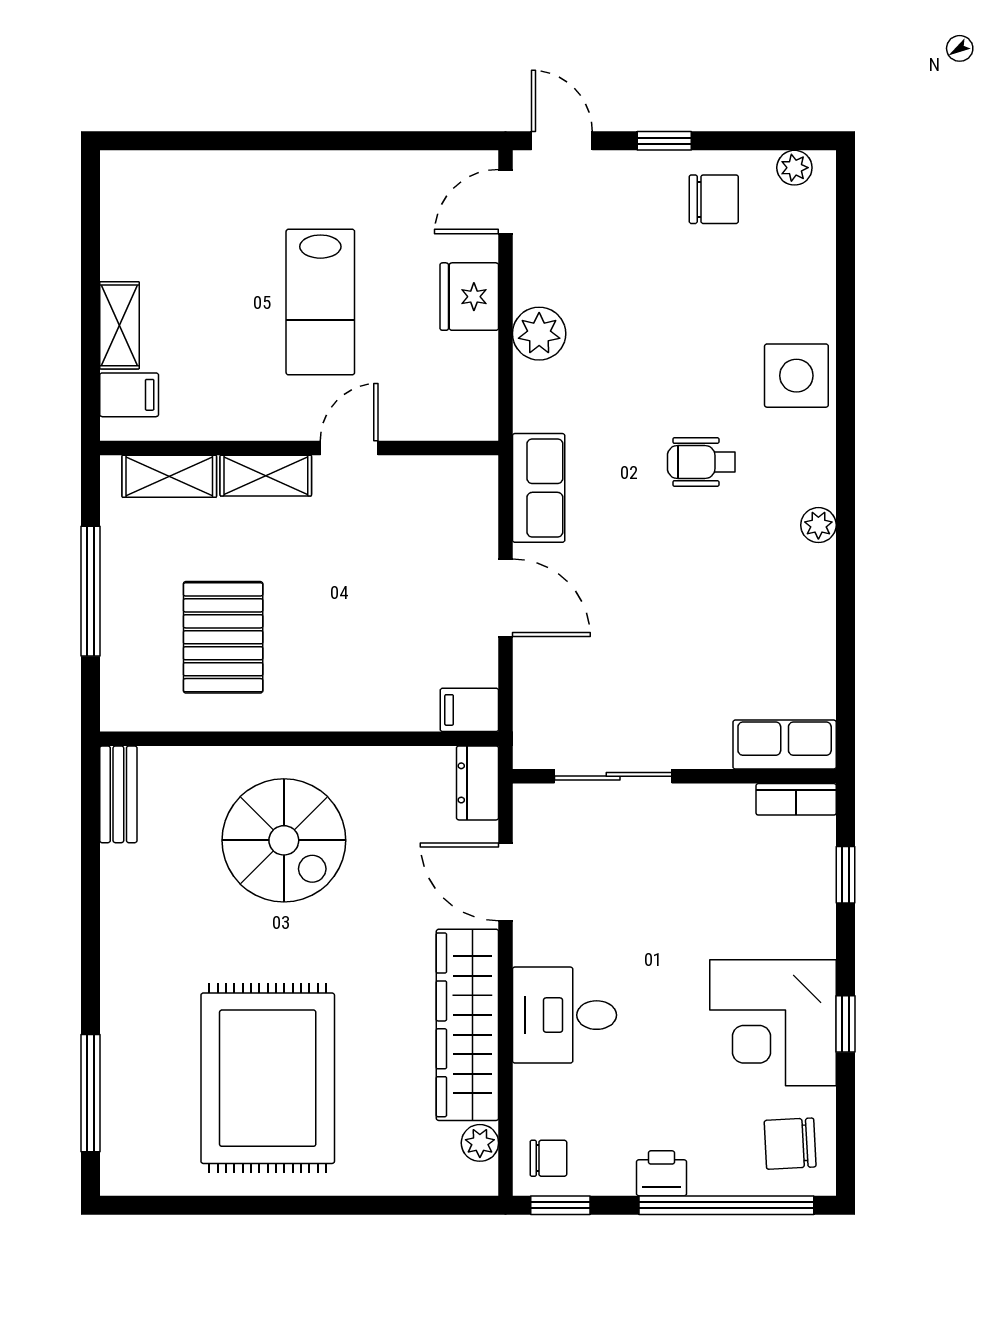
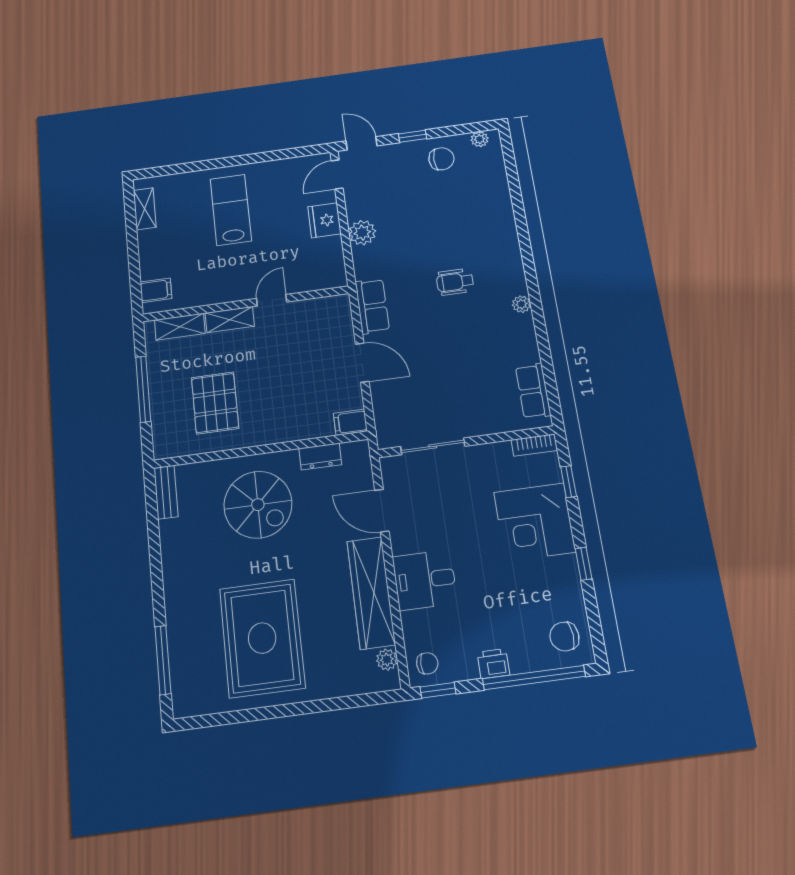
lab bench: (320, 302) -> (231, 210), moved, turned 180
shelving: (120, 325) -> (145, 209), moved
side table: (796, 376) -> (497, 234), removed
row of seats: (785, 745) -> (533, 391), moved, turned -90
dresser: (478, 783) -> (320, 456), moved, turned -90
corner desk: (773, 1023) -> (535, 522), moved

